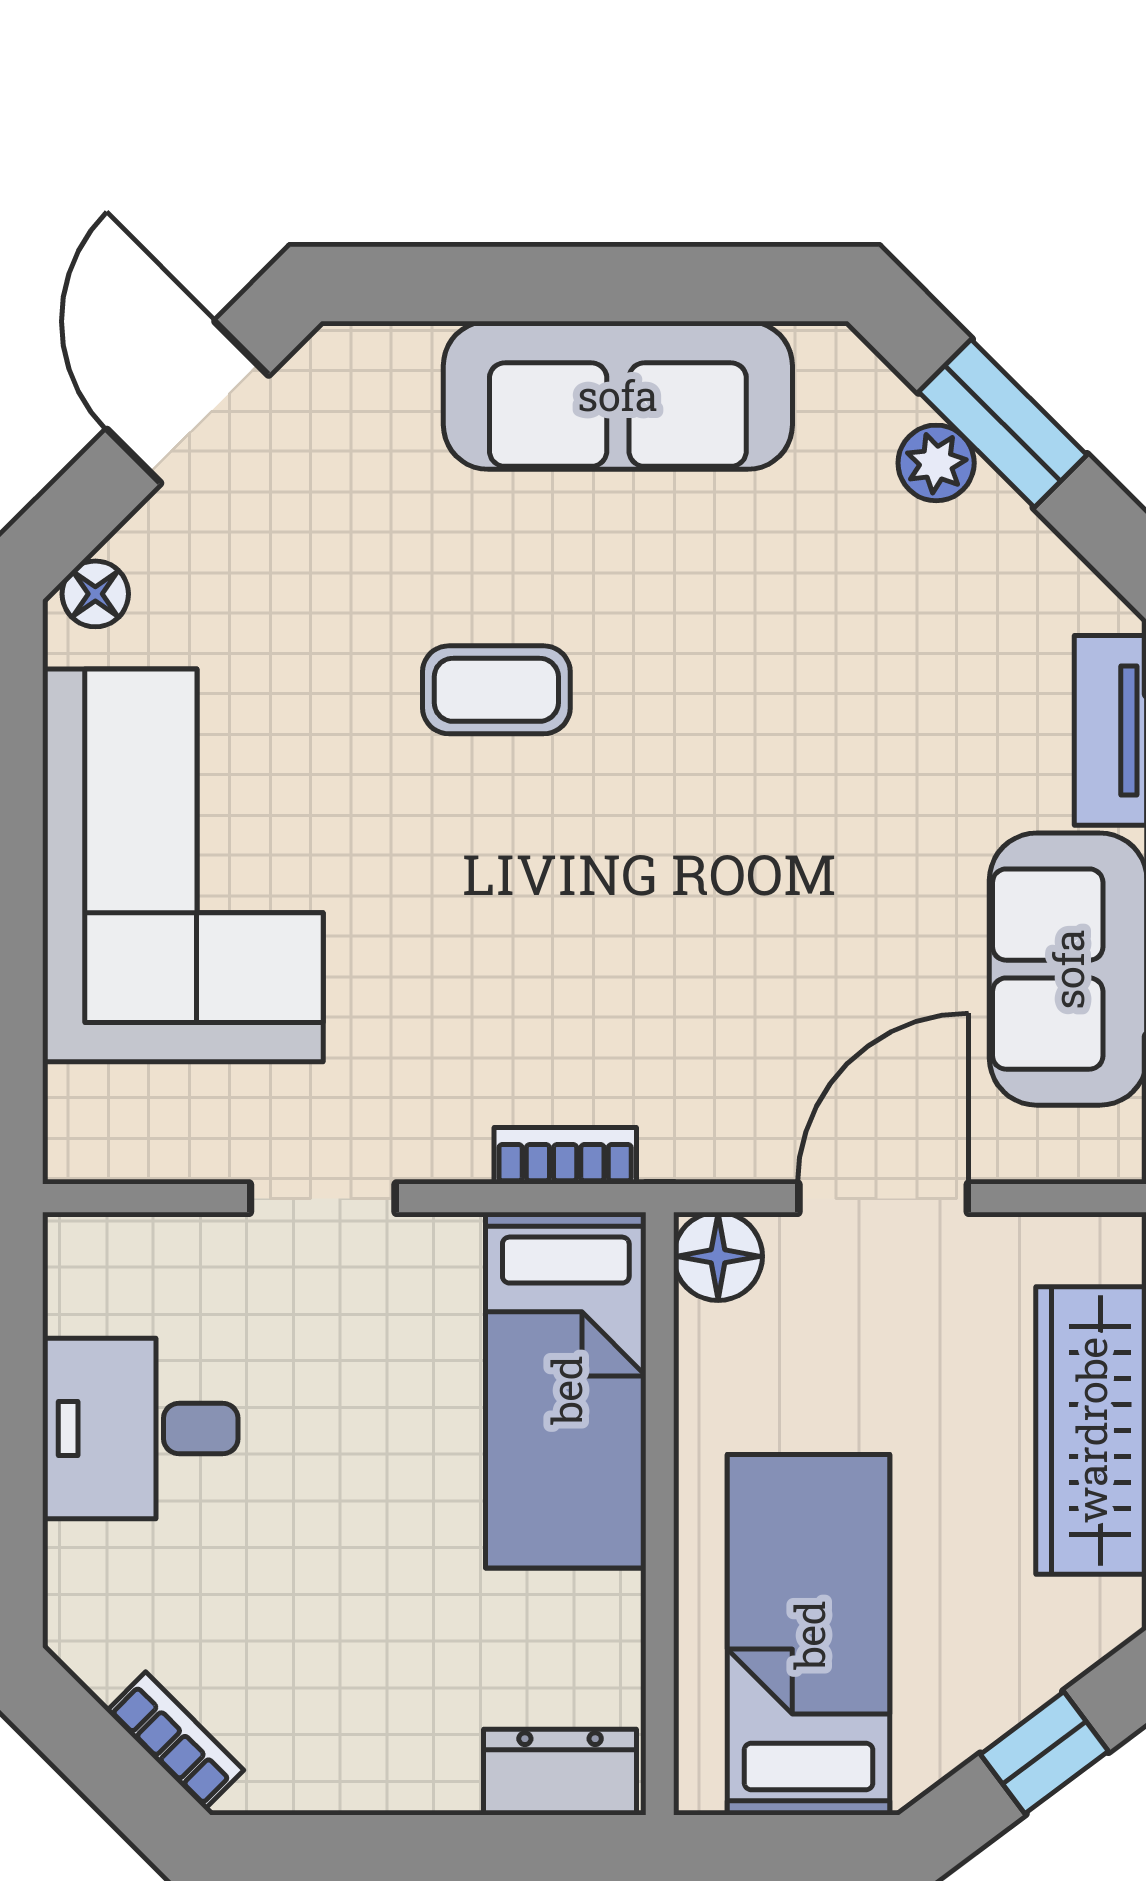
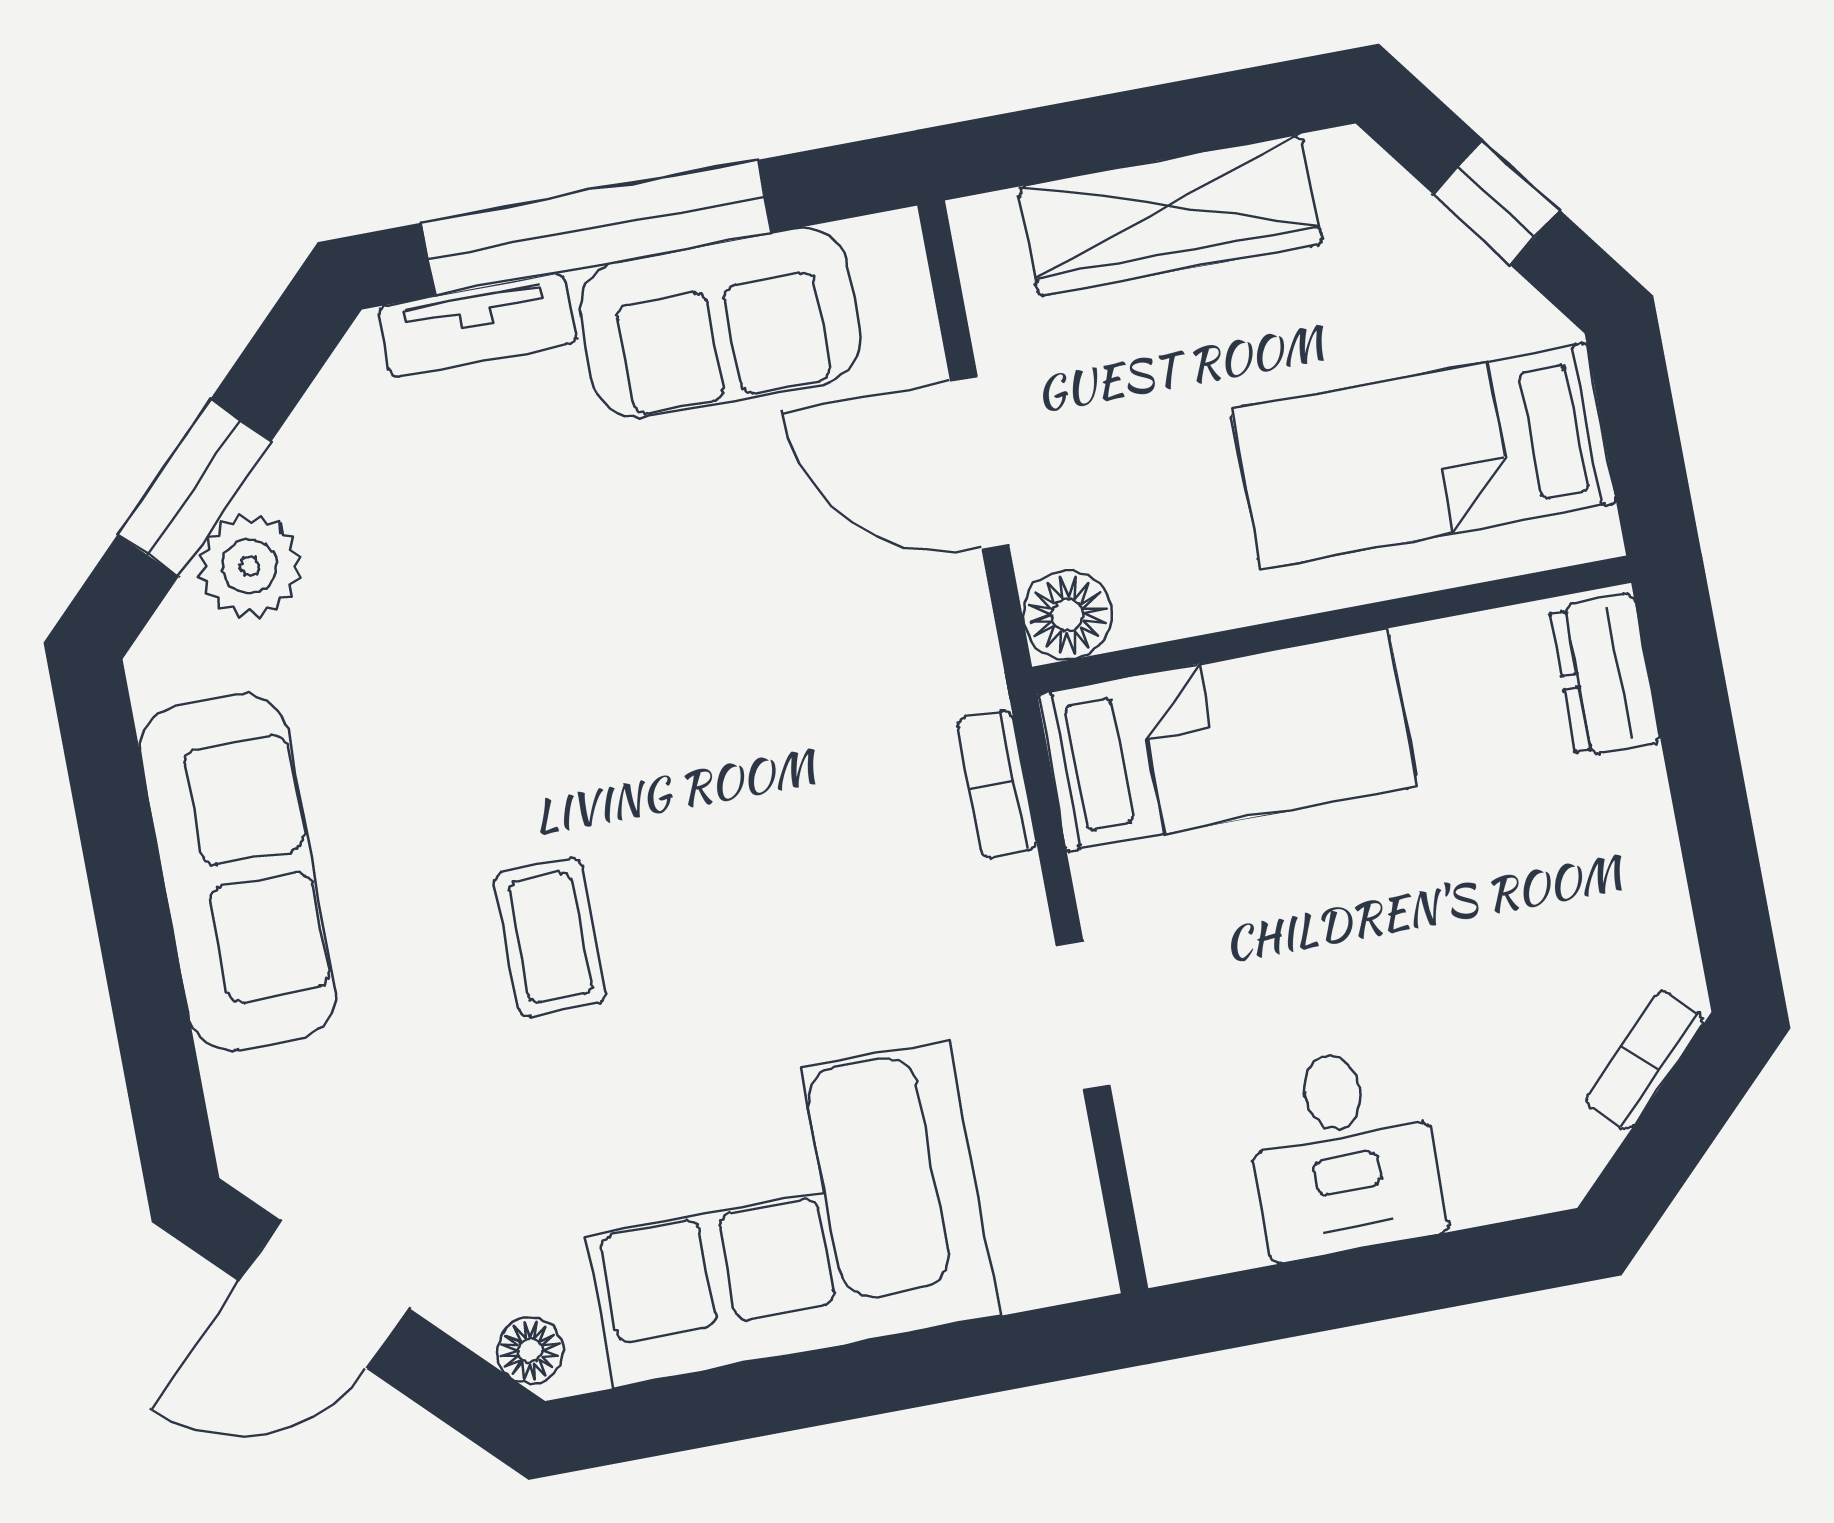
plant: (936, 463) -> (249, 566), width x1.38, depth x1.38

